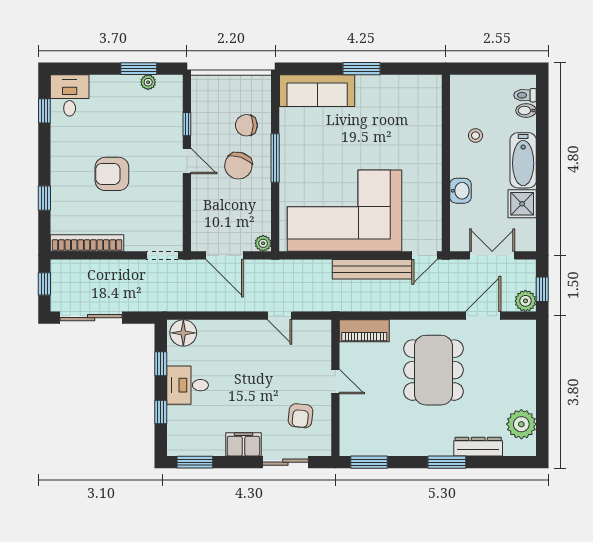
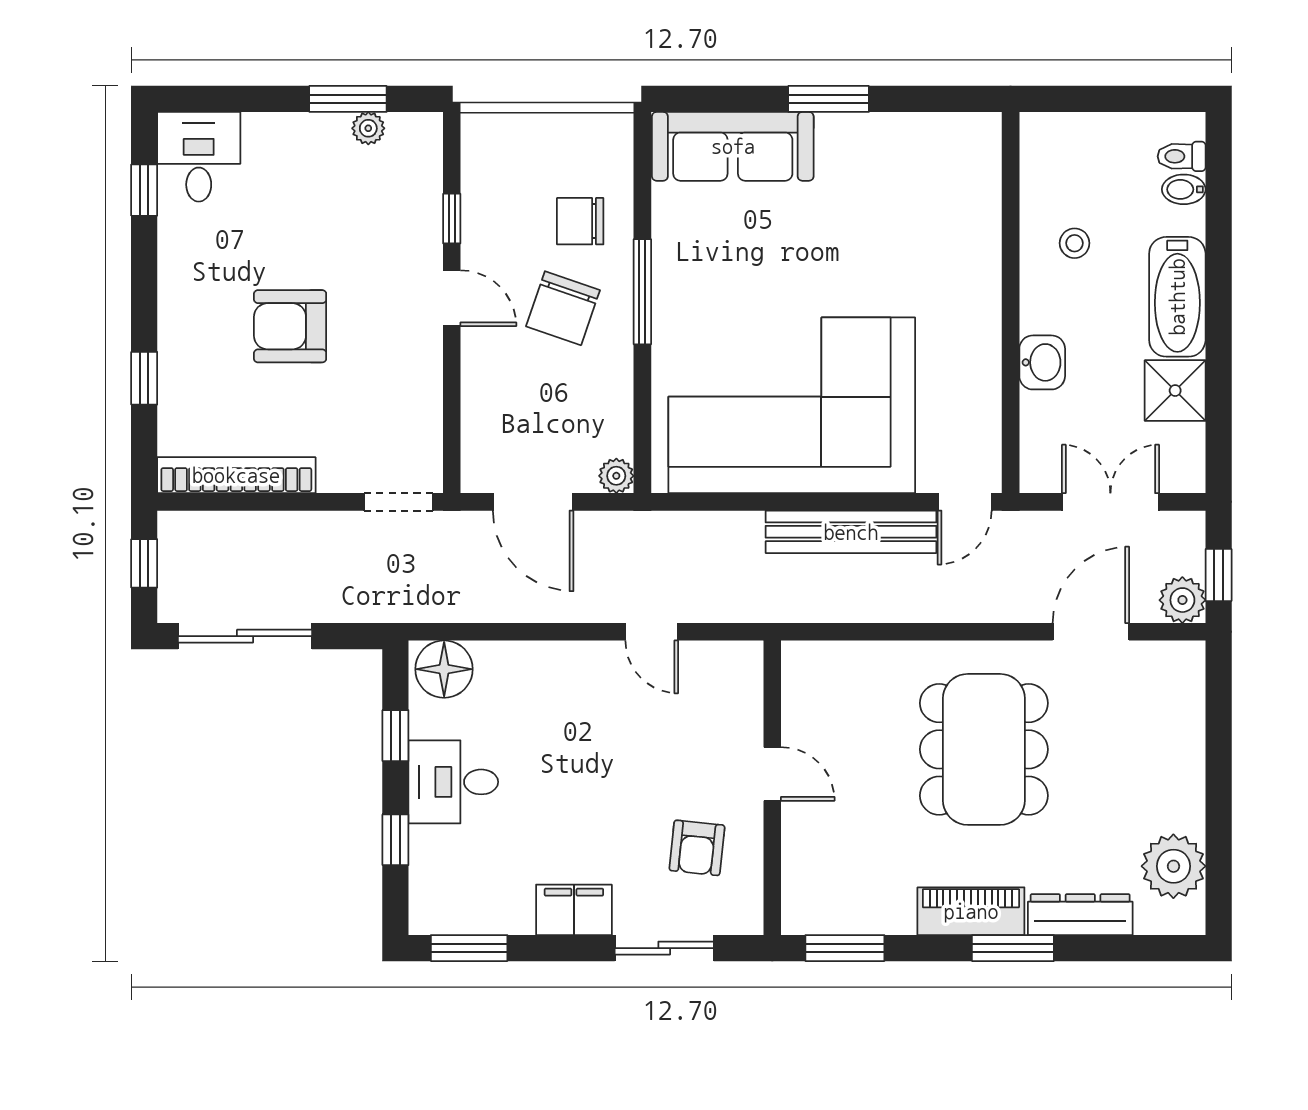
piano: (364, 331) -> (971, 911), moved, turned 180

